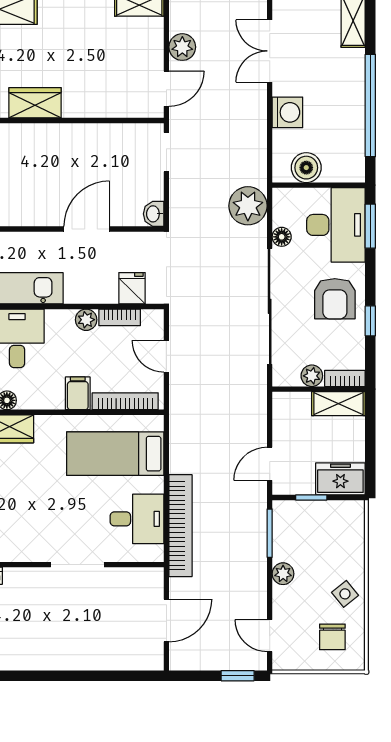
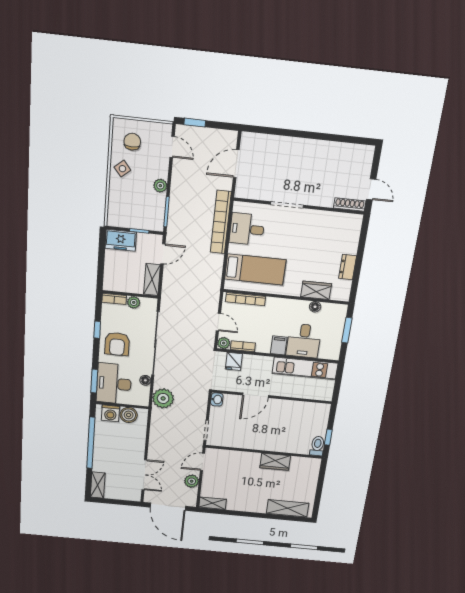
washing machine: (287, 112) -> (110, 413), moved, turned -90
armchair: (335, 299) -> (117, 344), turned 180
plant: (86, 320) -> (224, 343), moved
filing cabinet: (78, 393) -> (279, 345), moved, turned 180
shelving: (338, 404) -> (152, 280), moved, turned 90

